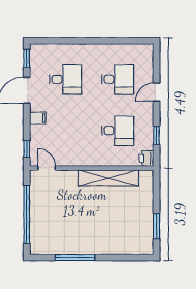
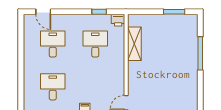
door: (157, 92) -> (43, 12), moved
shelving: (108, 178) -> (134, 44), width x0.68
window: (75, 258) -> (200, 53), moved

